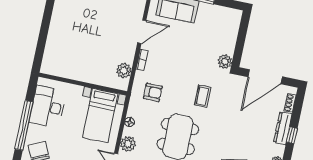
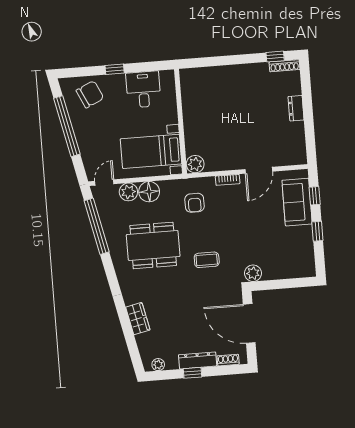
door: (142, 32) -> (259, 170), hinge flipped
plant: (124, 70) -> (195, 164), moved
desk: (48, 107) -> (143, 89), width x0.73
floor lamp: (130, 122) -> (149, 192), width x1.89, depth x1.89
window: (24, 125) -> (115, 69), width x0.32

